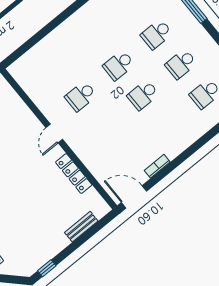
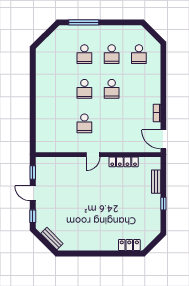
door: (54, 134) -> (93, 155), hinge flipped
door: (134, 197) -> (163, 139), hinge flipped
window: (47, 268) -> (163, 204), moved

